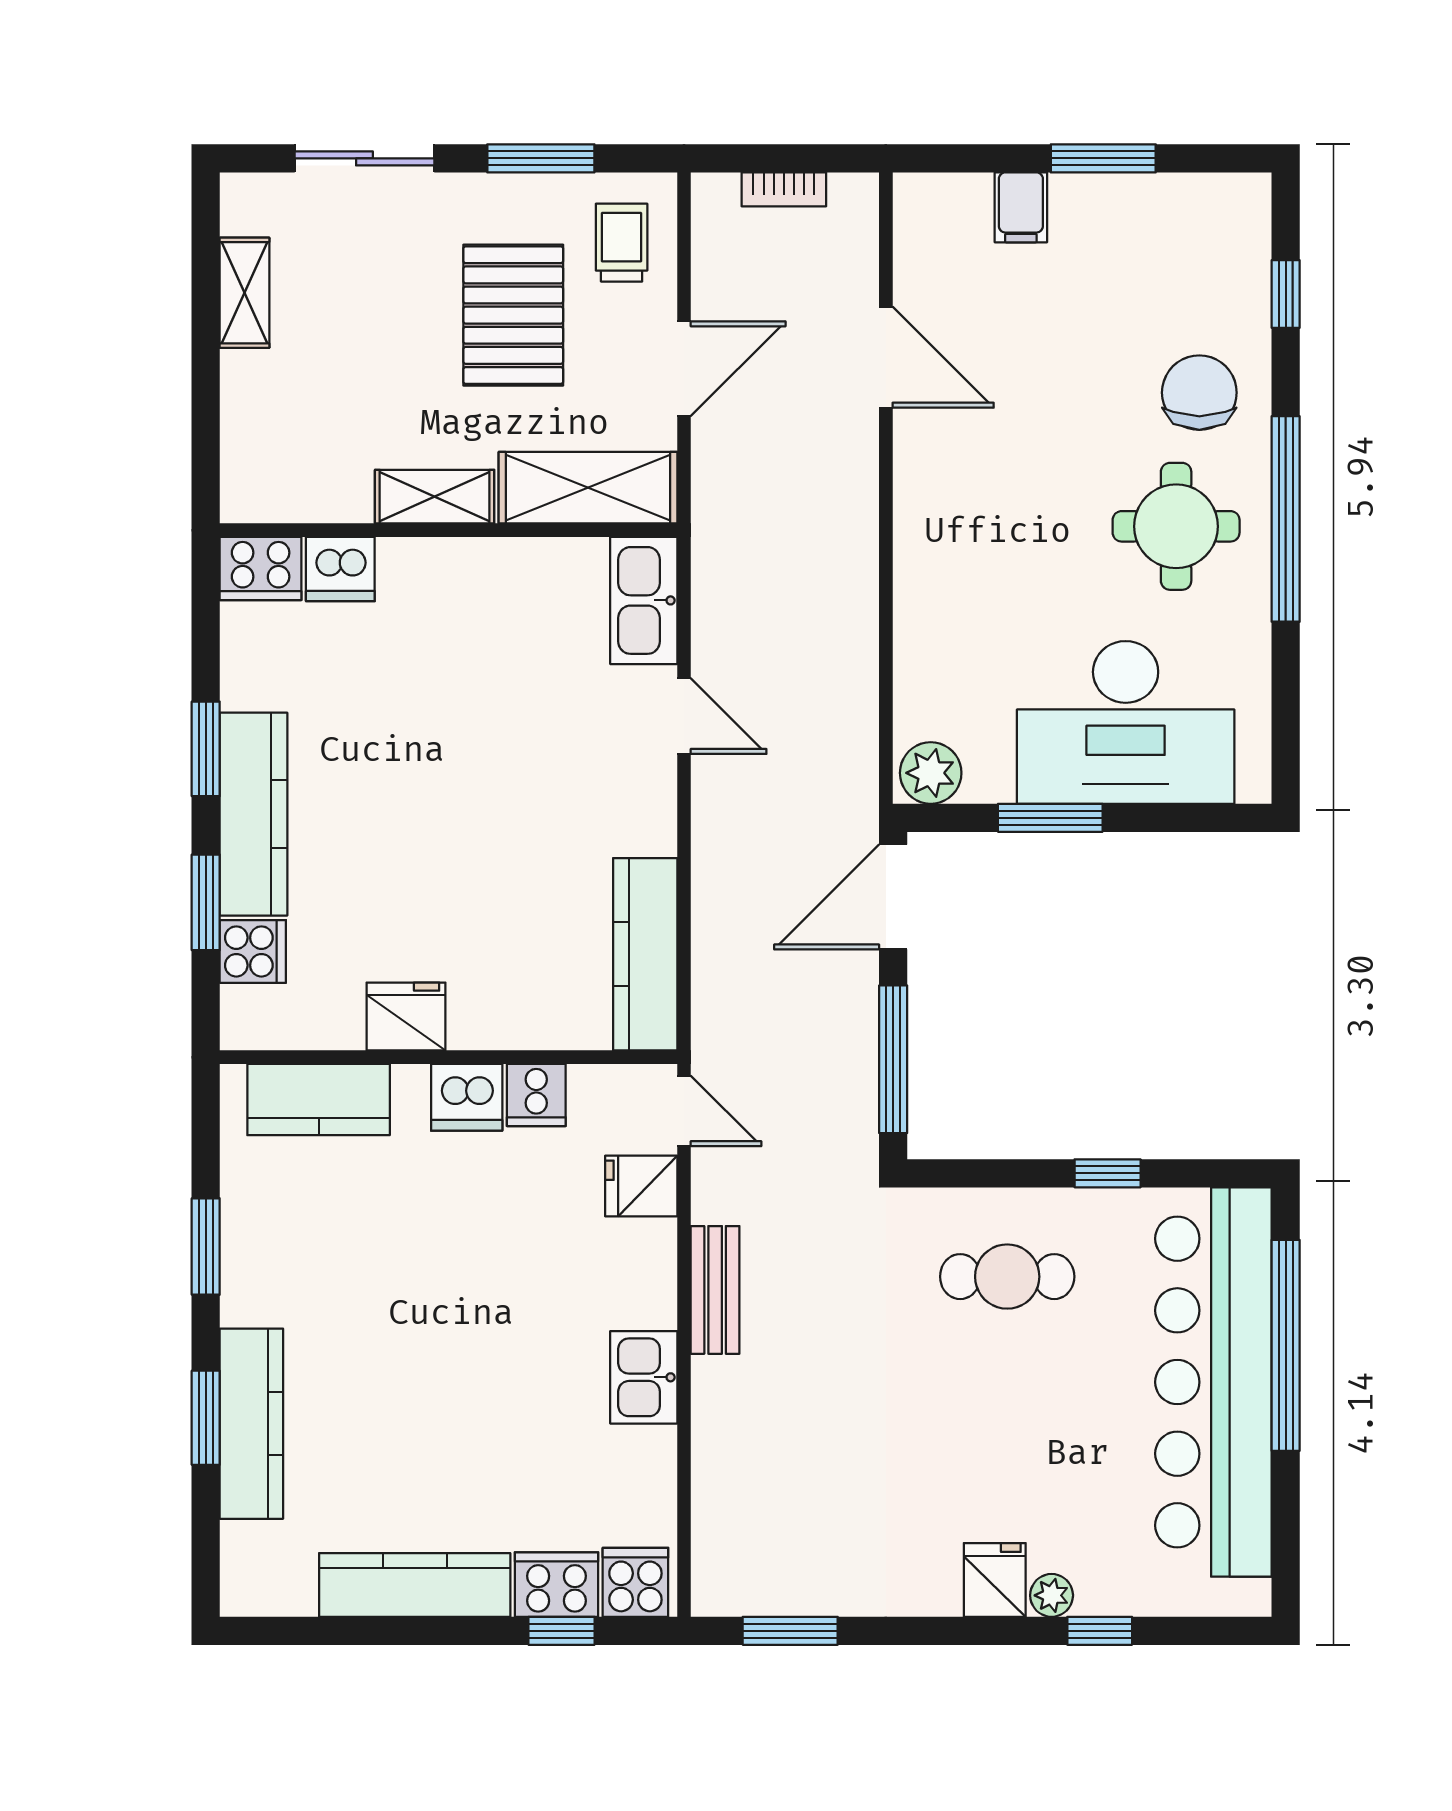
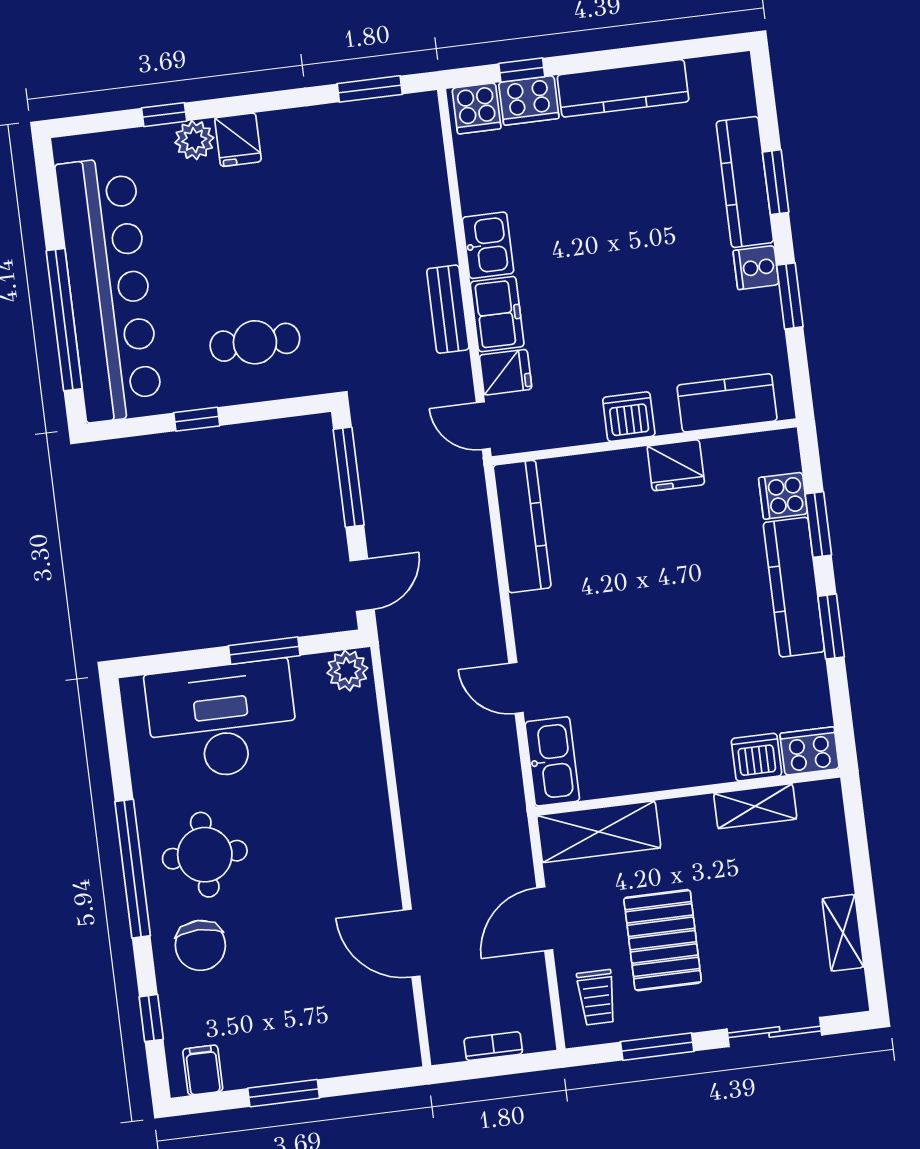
filing cabinet: (1021, 207) -> (203, 1070), moved
shelving: (435, 497) -> (755, 806), moved
door: (893, 897) -> (362, 585), width x0.73
cooker: (536, 1095) -> (756, 268), moved, turned -90
freezer: (643, 1274) -> (497, 314), added
plant: (1052, 1595) -> (194, 140), width x1.38, depth x1.38

